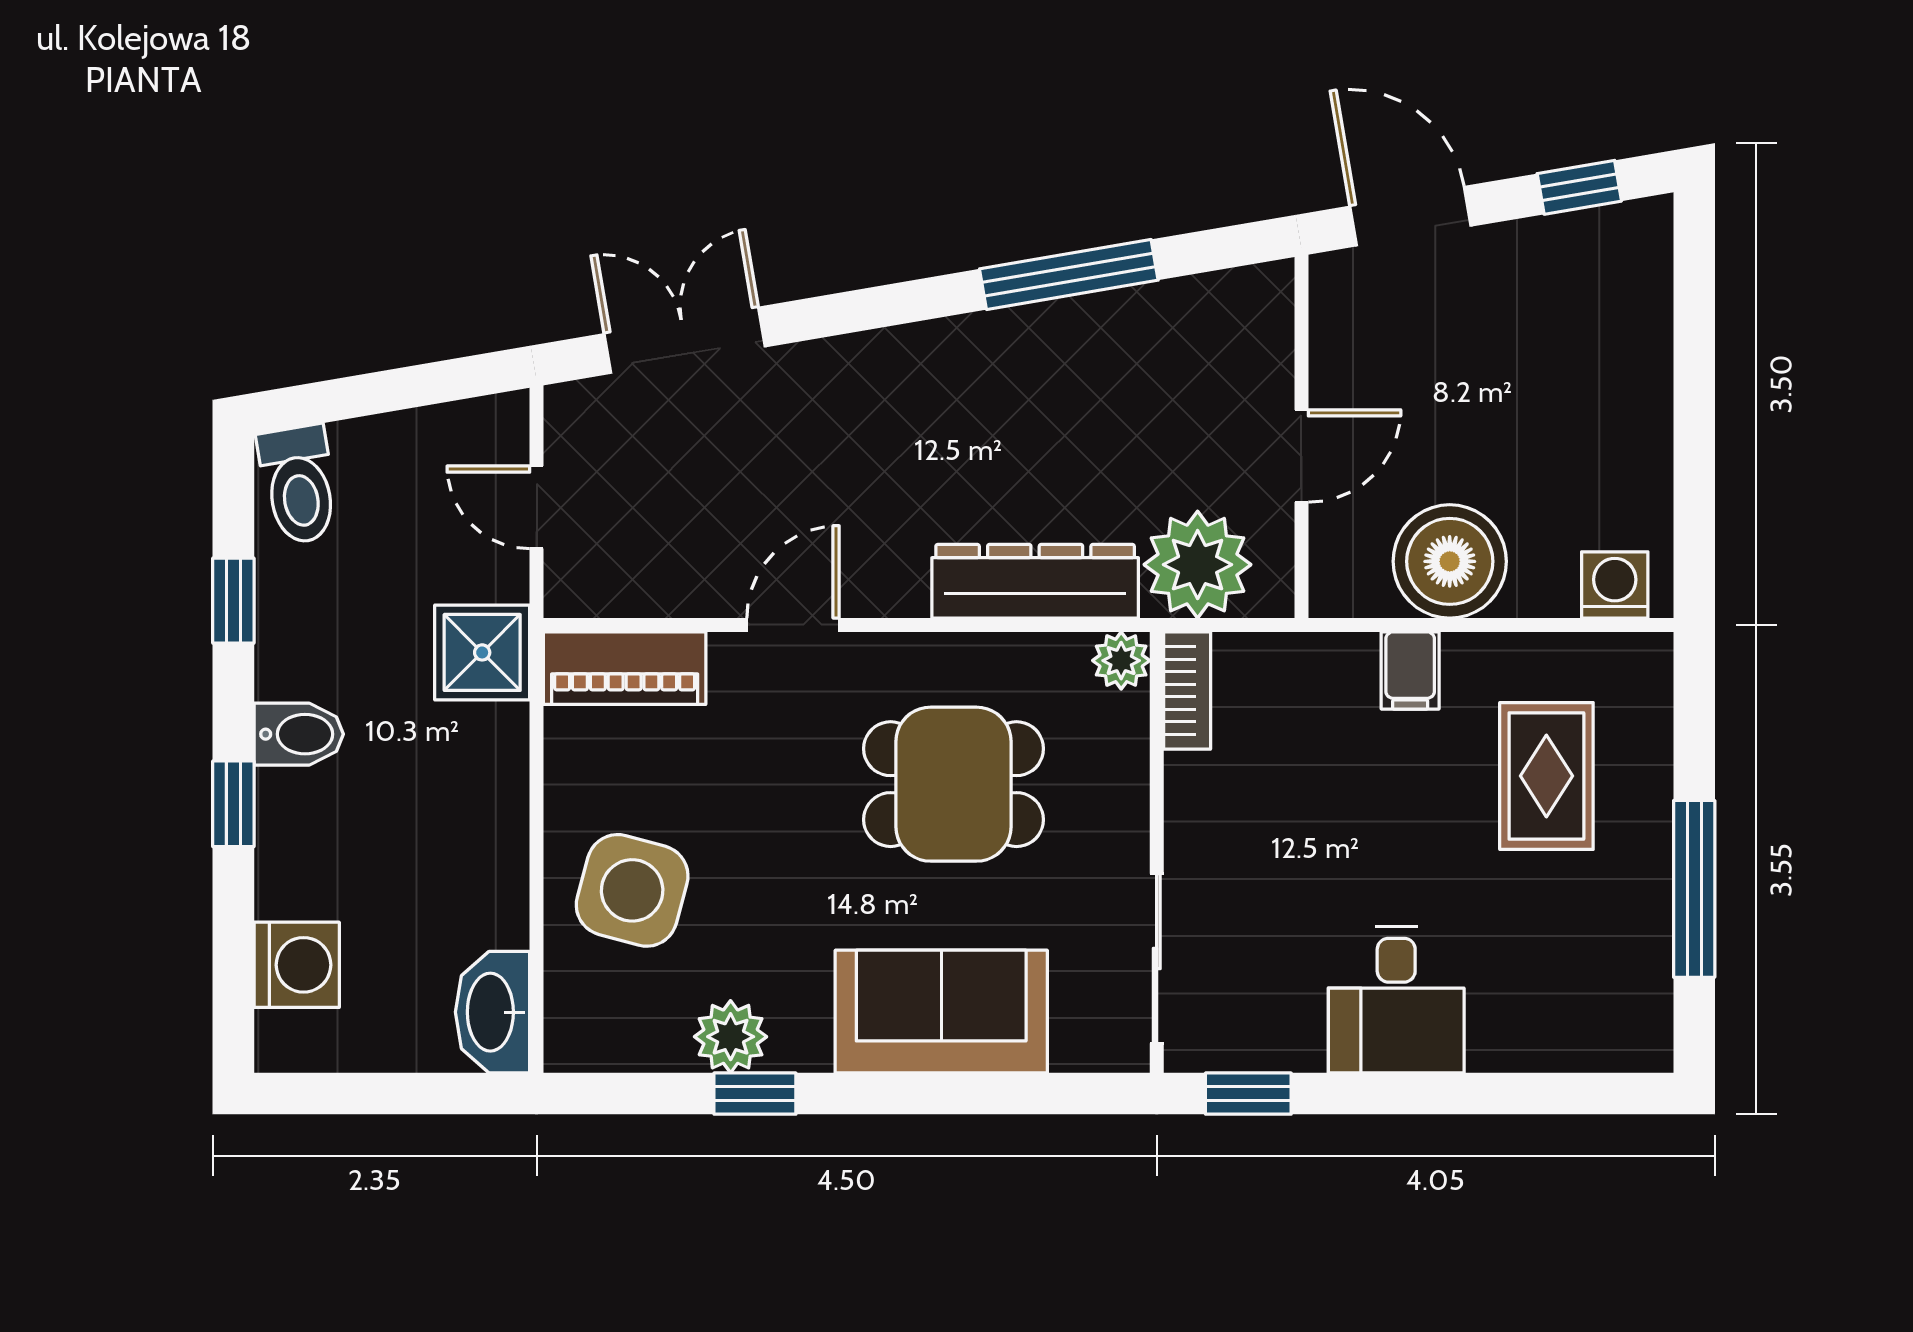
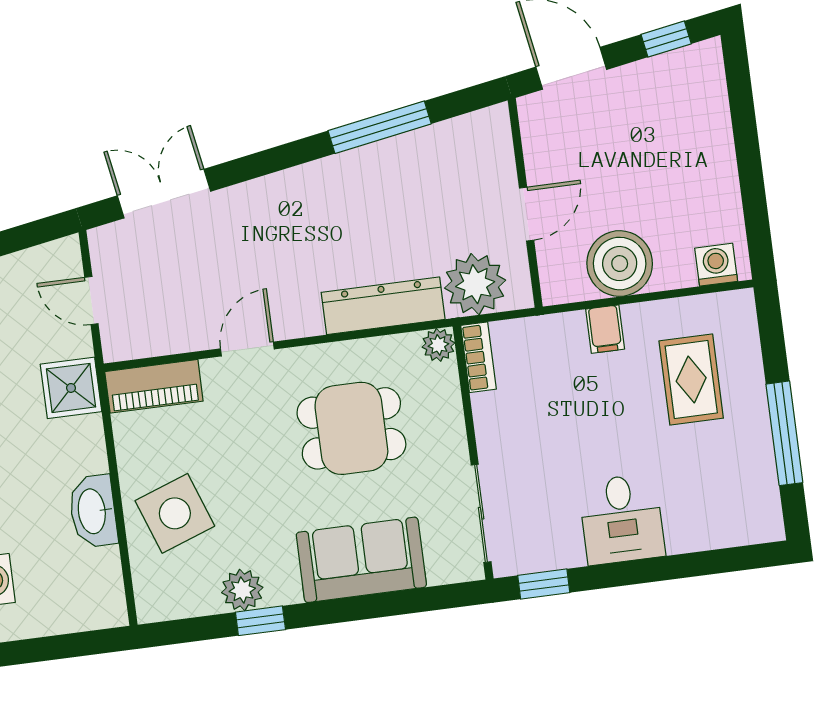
side table: (632, 890) -> (175, 513), turned -35
washbasin: (493, 1012) -> (93, 511), moved

